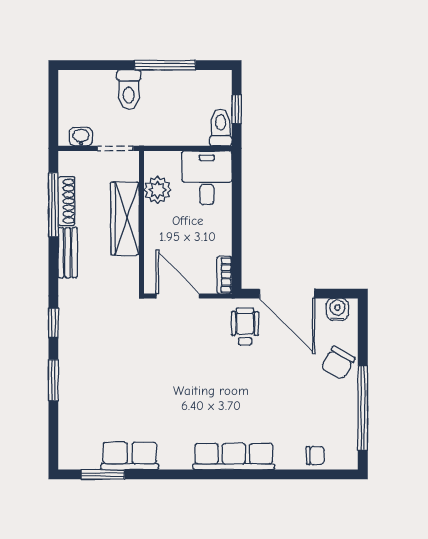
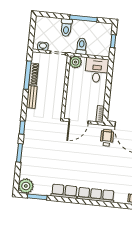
toilet: (221, 128) -> (82, 46), moved
plant: (158, 190) -> (76, 62), moved
wardrobe: (125, 219) -> (59, 85), removed
door: (178, 296) -> (79, 121), swing flipped
plant: (75, 453) -> (26, 186), added
row of seats: (130, 456) -> (64, 191), moved

